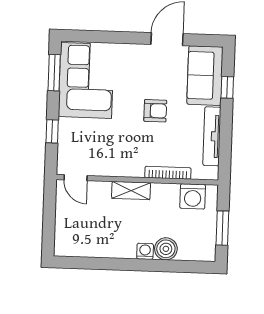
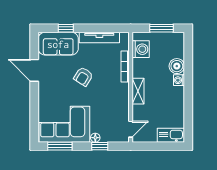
armchair: (155, 111) -> (83, 77), turned -148
floor lamp: (65, 125) -> (95, 138), added
kitchen sink: (65, 237) -> (171, 135), added

